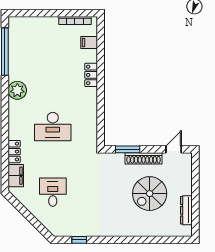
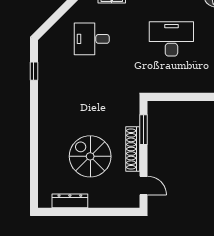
desk: (53, 126) -> (171, 39), turned 90
desk: (53, 192) -> (92, 39), turned 180

